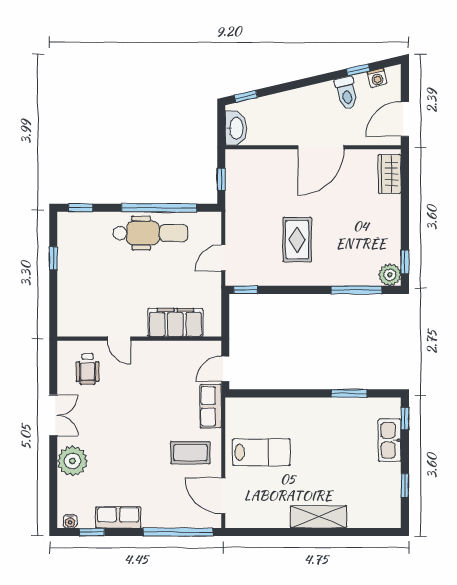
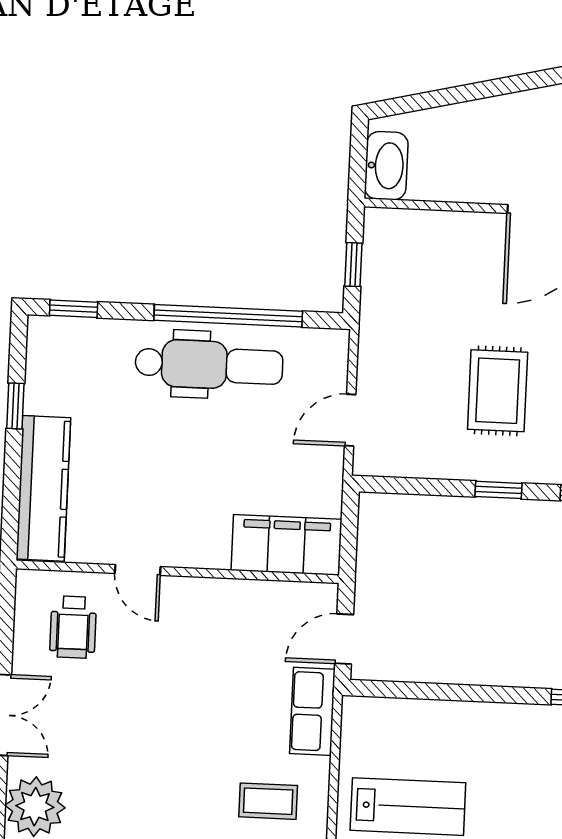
window: (246, 96) -> (409, 104), removed
window: (246, 290) -> (499, 490), moved
kitchen counter: (69, 299) -> (43, 488), added
filing cabinet: (175, 322) -> (286, 545), moved
coffee table: (190, 453) -> (268, 801), width x0.73, depth x0.77

